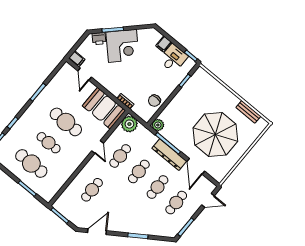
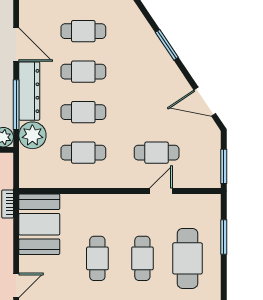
cafe table: (66, 122) -> (97, 258), width x0.73, depth x0.74
plant: (129, 124) -> (32, 135), moved
door: (98, 147) -> (161, 191), moved
door: (196, 166) -> (16, 45), hinge flipped

